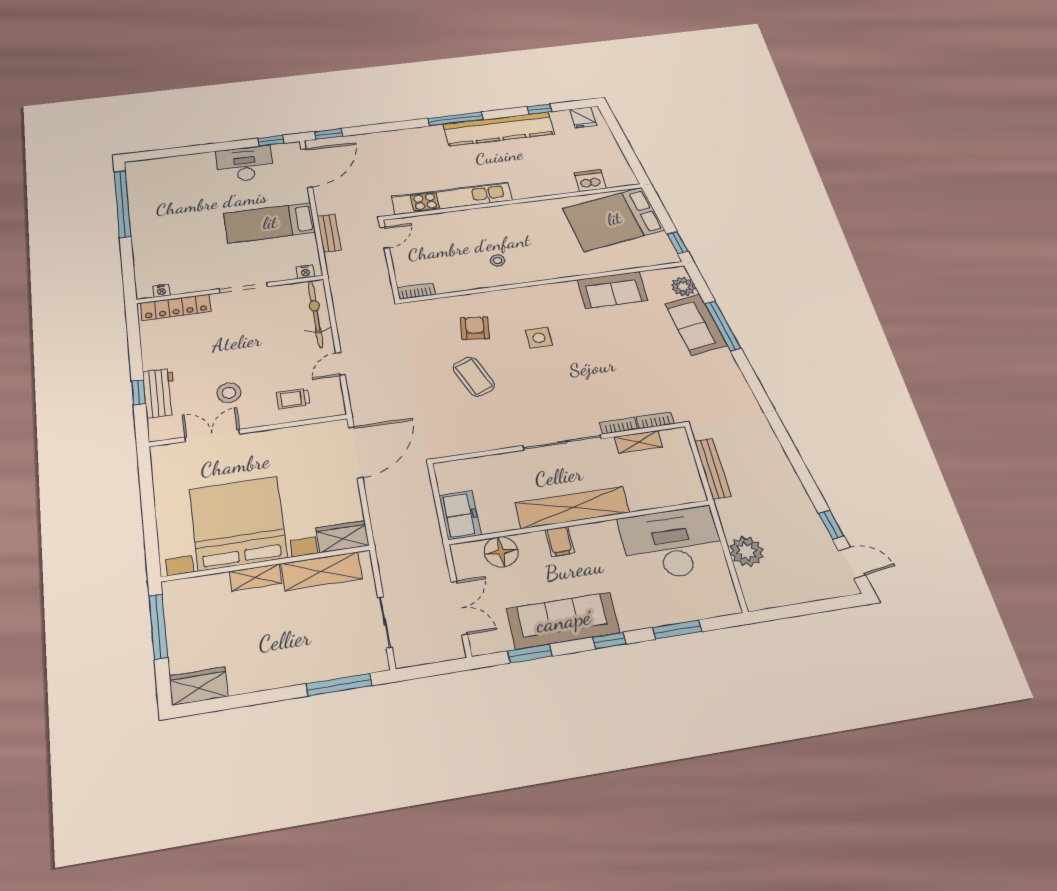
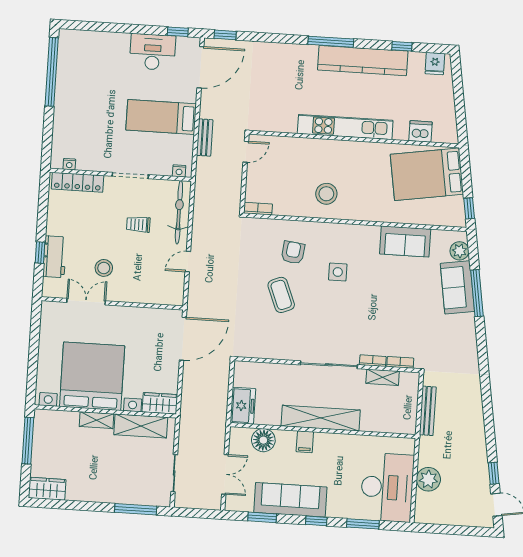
kitchen unit: (452, 198) -> (345, 127), moved
stool: (498, 261) -> (326, 194), width x1.89, depth x1.89
trolley: (293, 399) -> (138, 224), moved
desk: (672, 543) -> (387, 487), moved, turned 90

